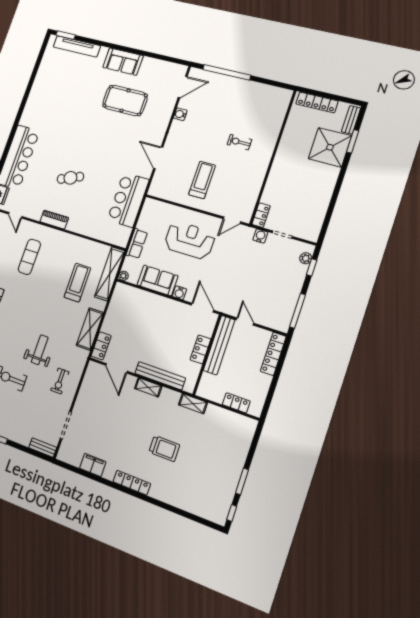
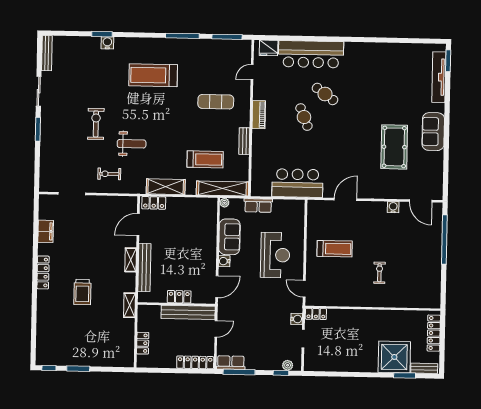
cafe table: (57, 153) -> (325, 94), added
row of seats: (285, 316) -> (231, 363), added
bench: (43, 448) -> (244, 141), moved

